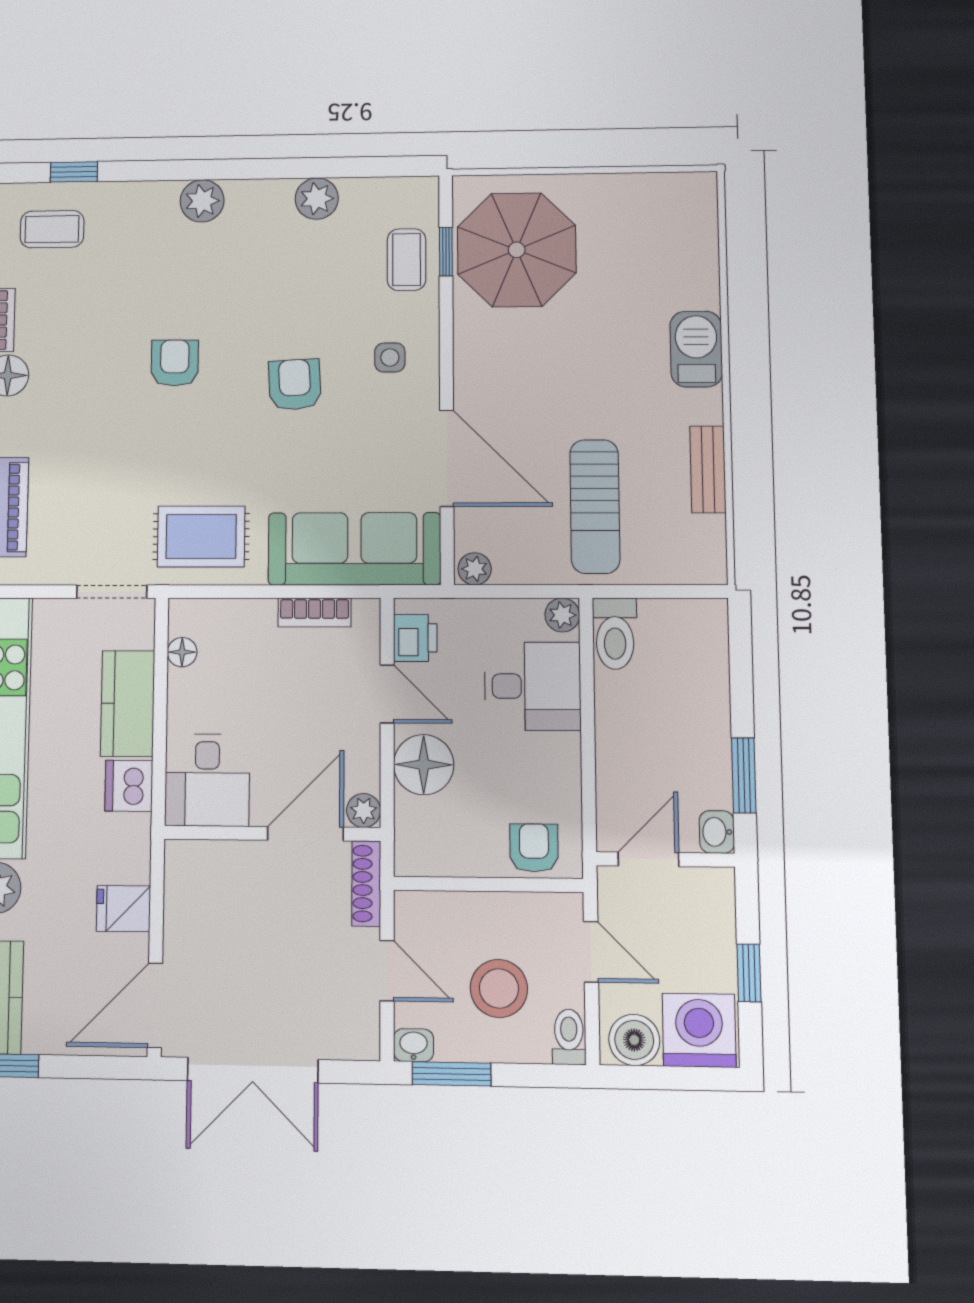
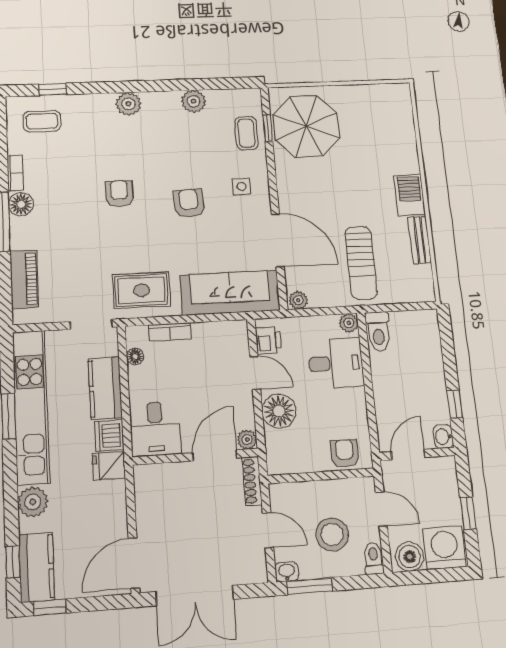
barbecue: (696, 349) -> (410, 195), moved
bookcase: (314, 612) -> (170, 332), moved
window: (744, 775) -> (455, 404), width x0.67
fridge: (123, 909) -> (109, 466), moved

